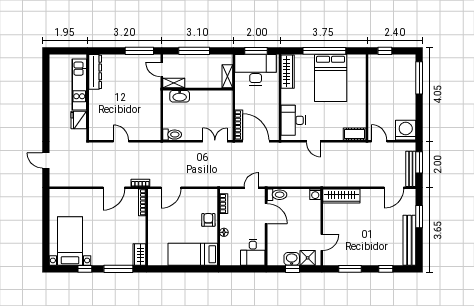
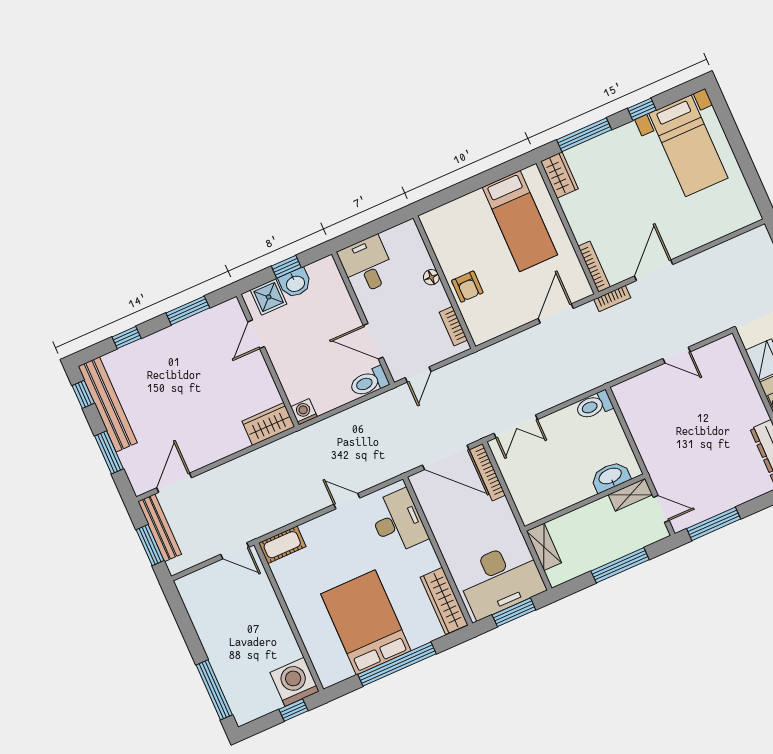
washing machine: (406, 130) -> (295, 682), moved, turned 180
wardrobe: (341, 196) -> (268, 424), width x0.67
window: (419, 250) -> (83, 394), added
bed: (193, 254) -> (520, 221), moved, turned 90

